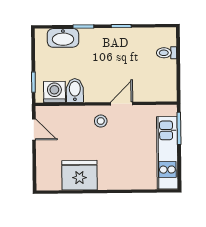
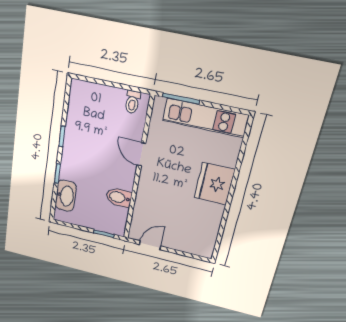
toilet: (166, 53) -> (132, 102), moved
washing machine: (54, 92) -> (117, 217), removed
stool: (101, 121) -> (155, 180), removed
fridge: (79, 175) -> (214, 184), moved

